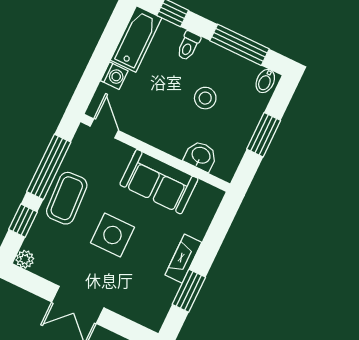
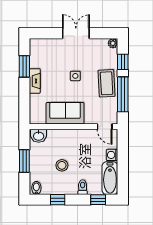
window: (239, 45) -> (58, 200), width x0.46
washbasin: (201, 156) -> (39, 136), moved
side table: (112, 235) -> (75, 76), width x0.54, depth x0.54

